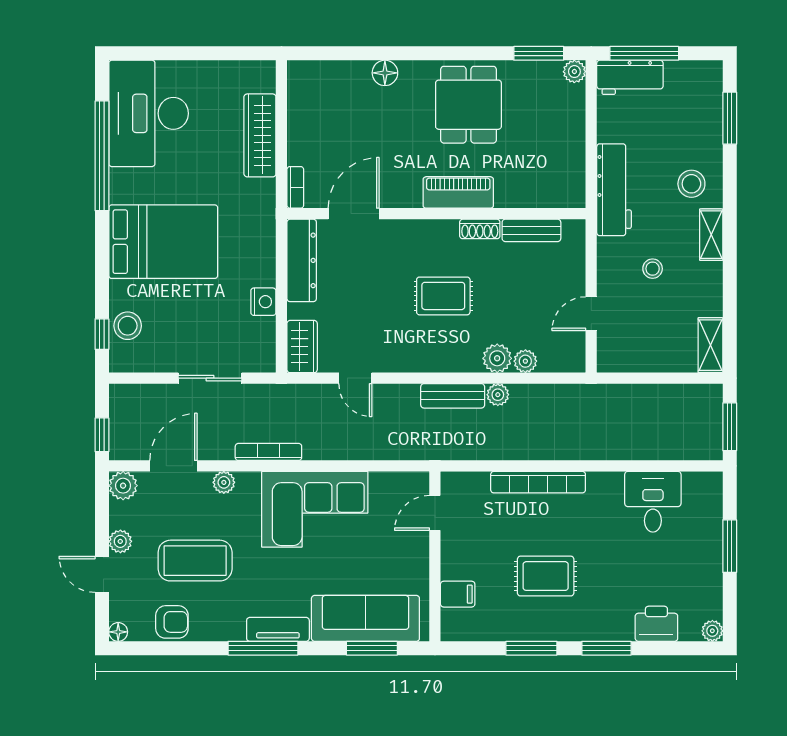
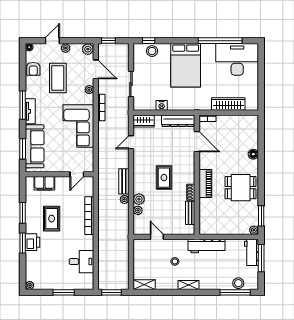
window: (730, 118) -> (235, 292), width x1.44
stool: (691, 184) -> (238, 283), moved
door: (435, 513) -> (77, 174), swing flipped
filing cabinet: (458, 594) -> (44, 183), width x2.00
printer: (656, 624) -> (33, 242), moved

